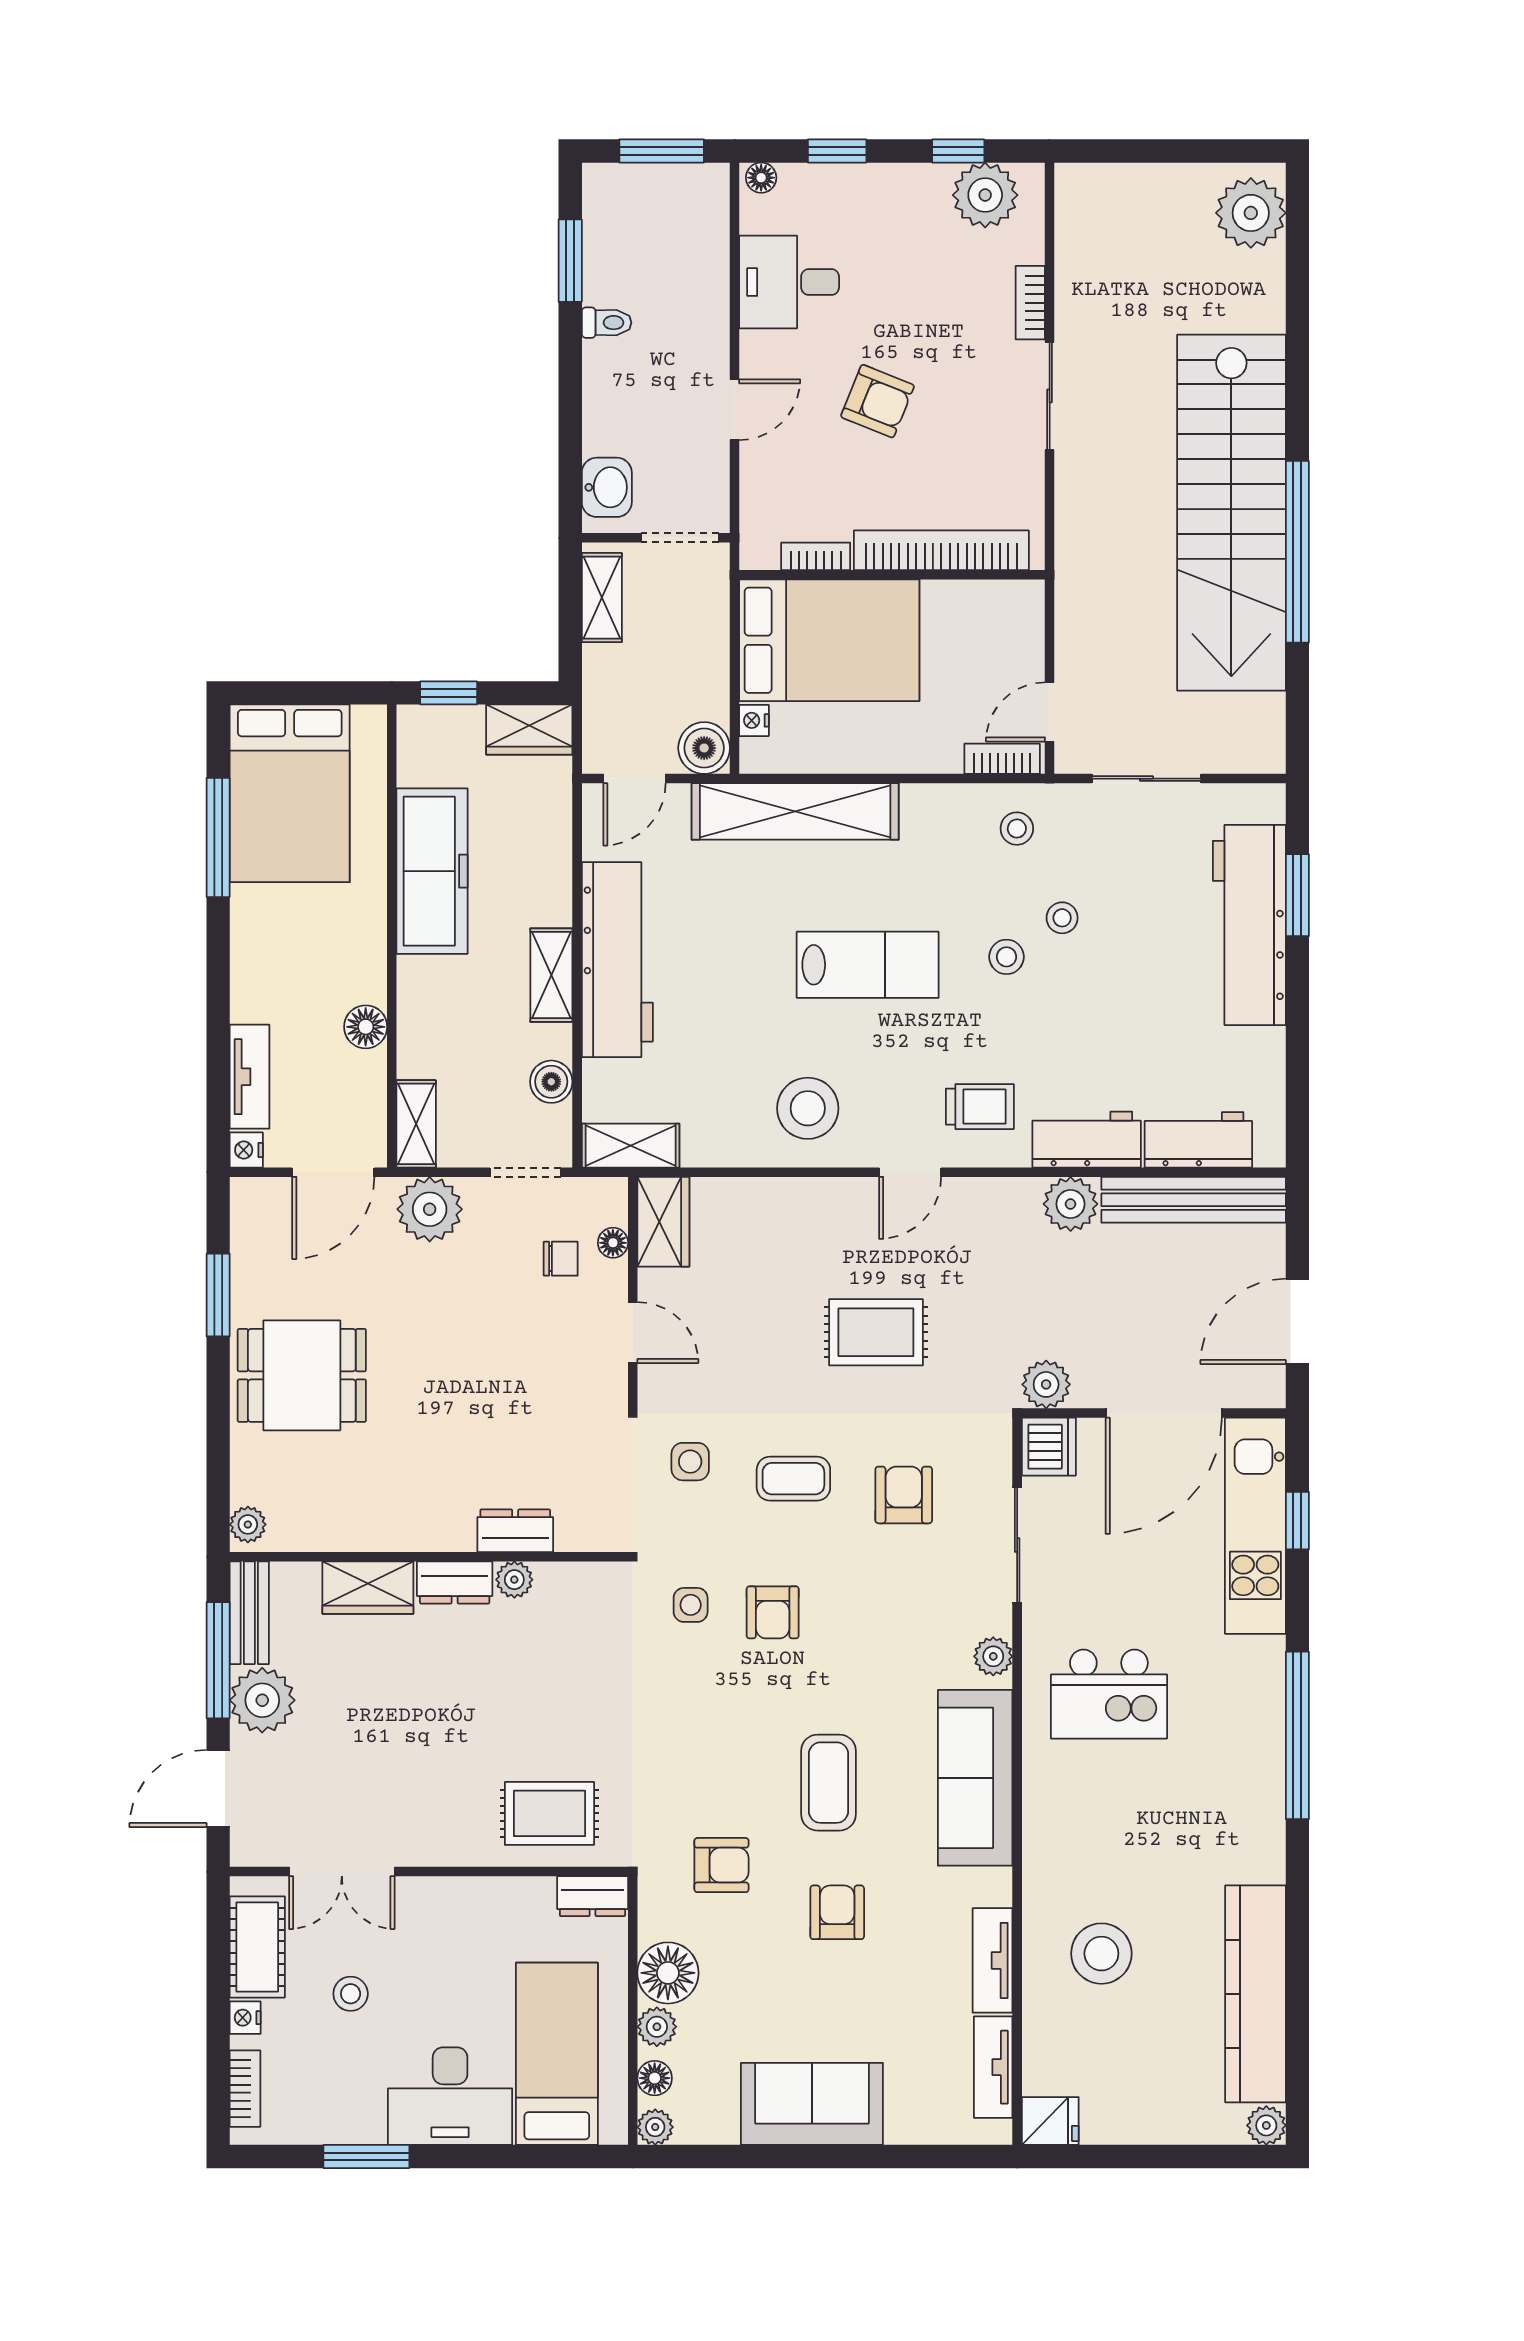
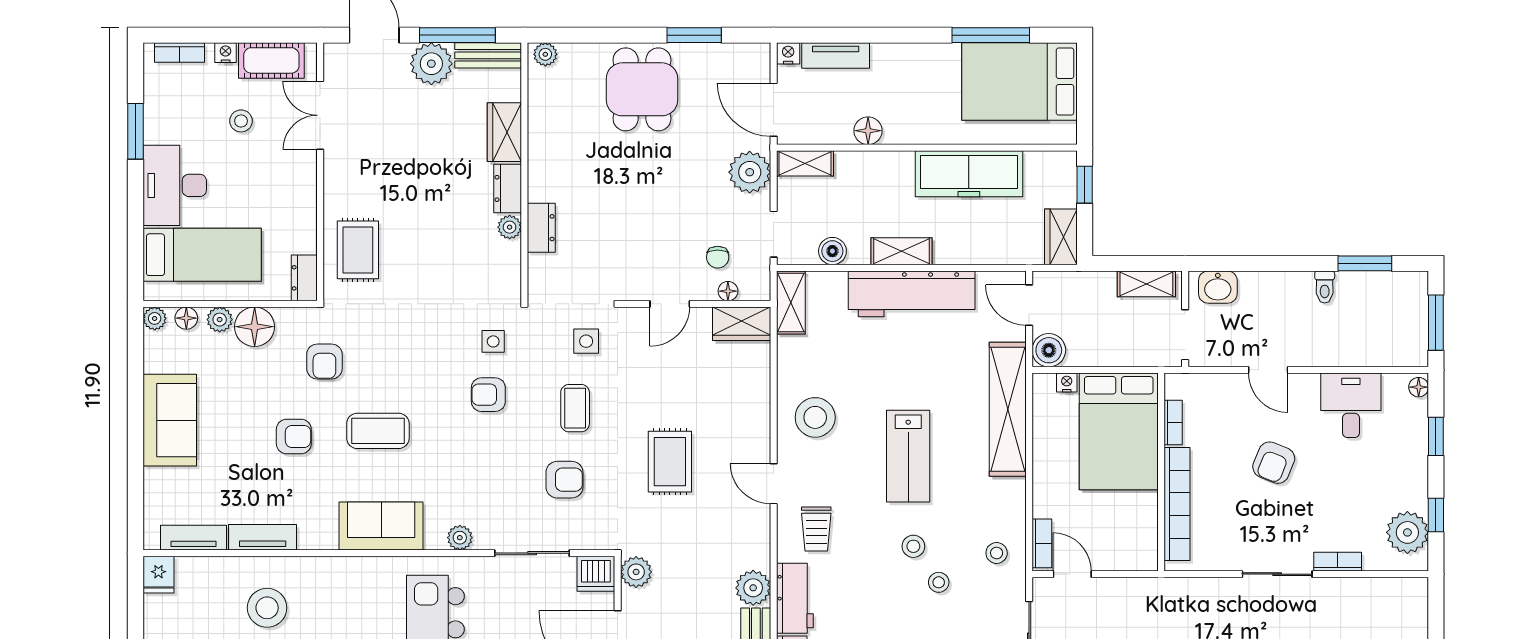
sofa: (975, 1778) -> (381, 526), width x0.73

